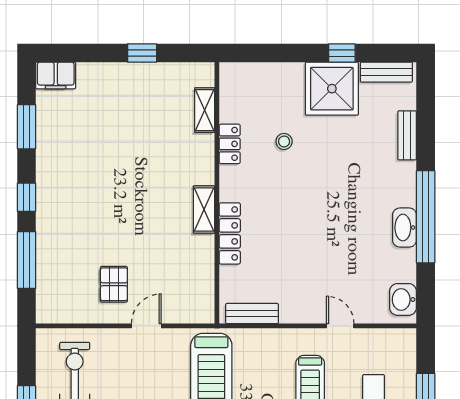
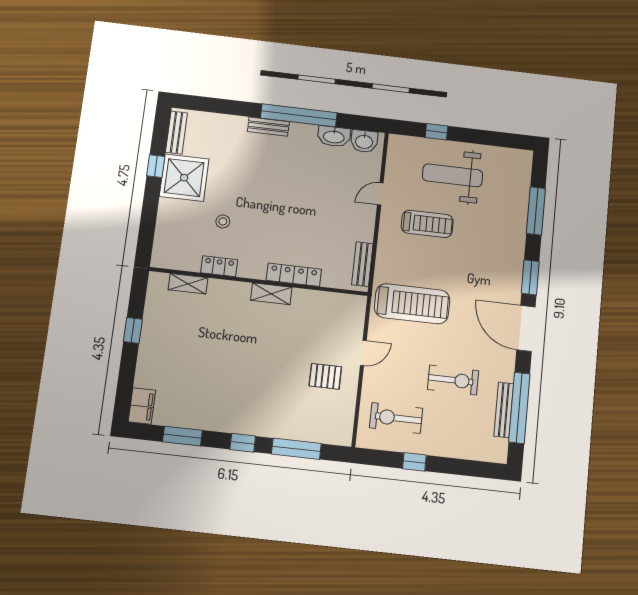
bench: (407, 135) -> (268, 127), moved
washbasin: (405, 228) -> (334, 136), moved
door: (146, 326) -> (363, 353), swing flipped

